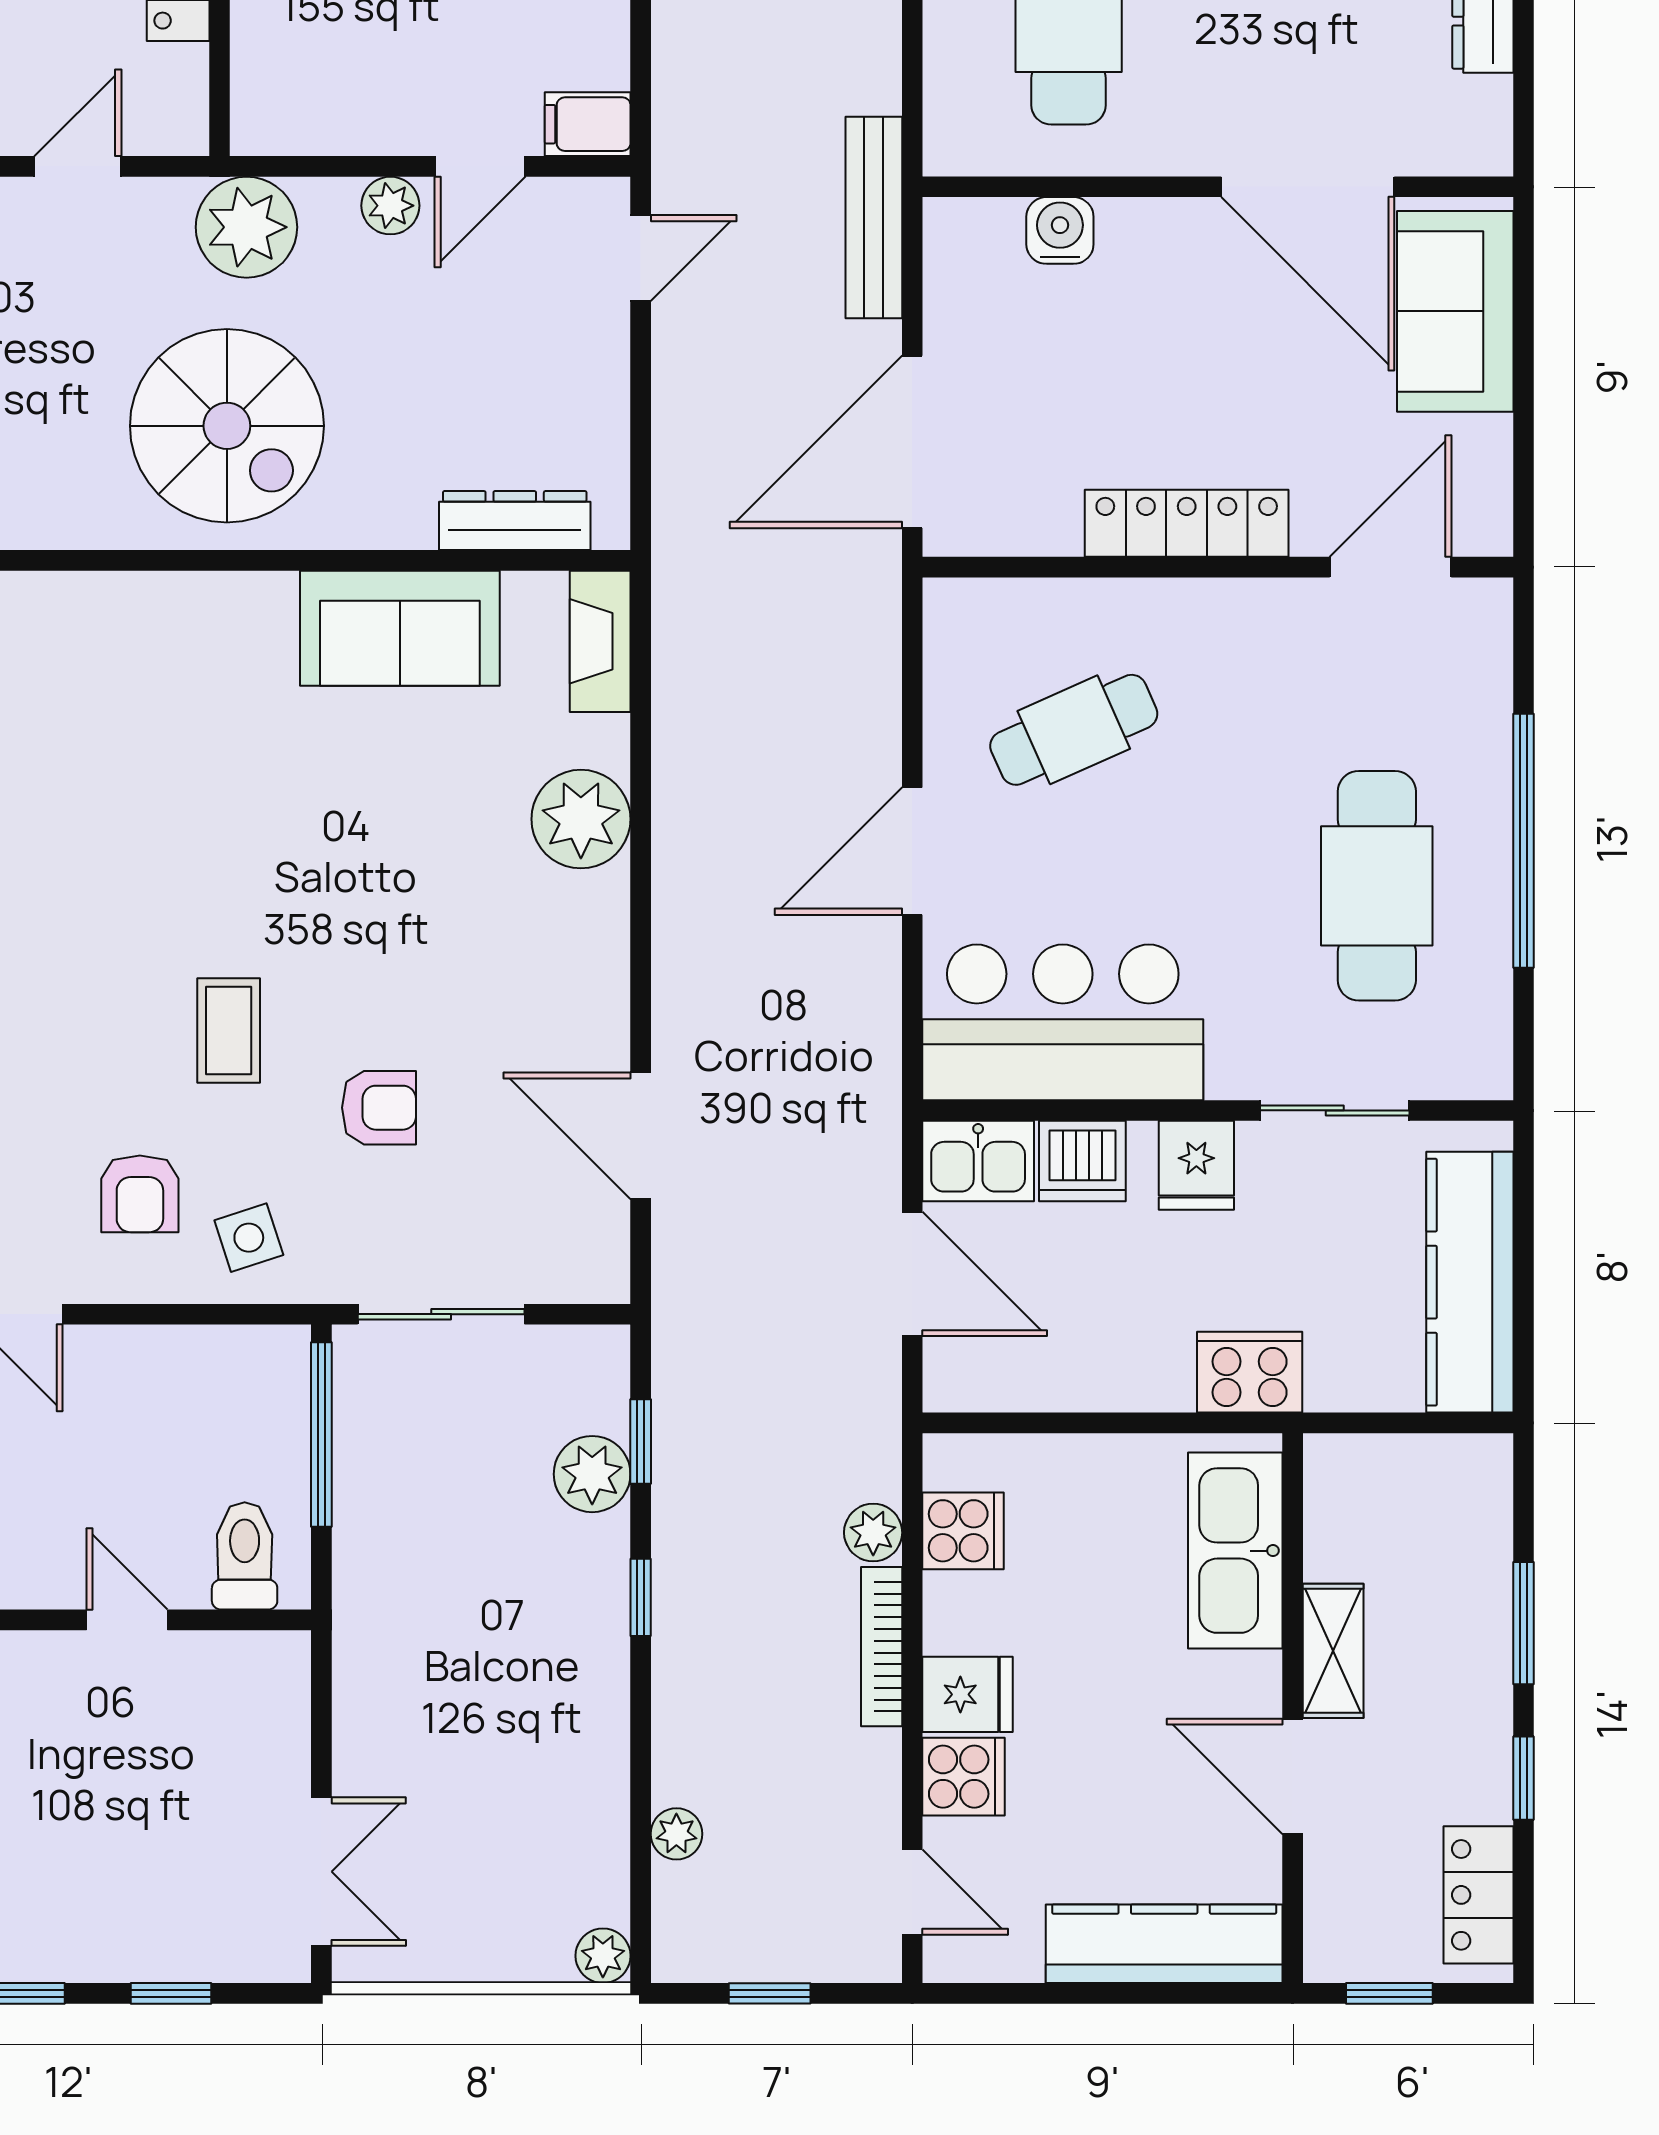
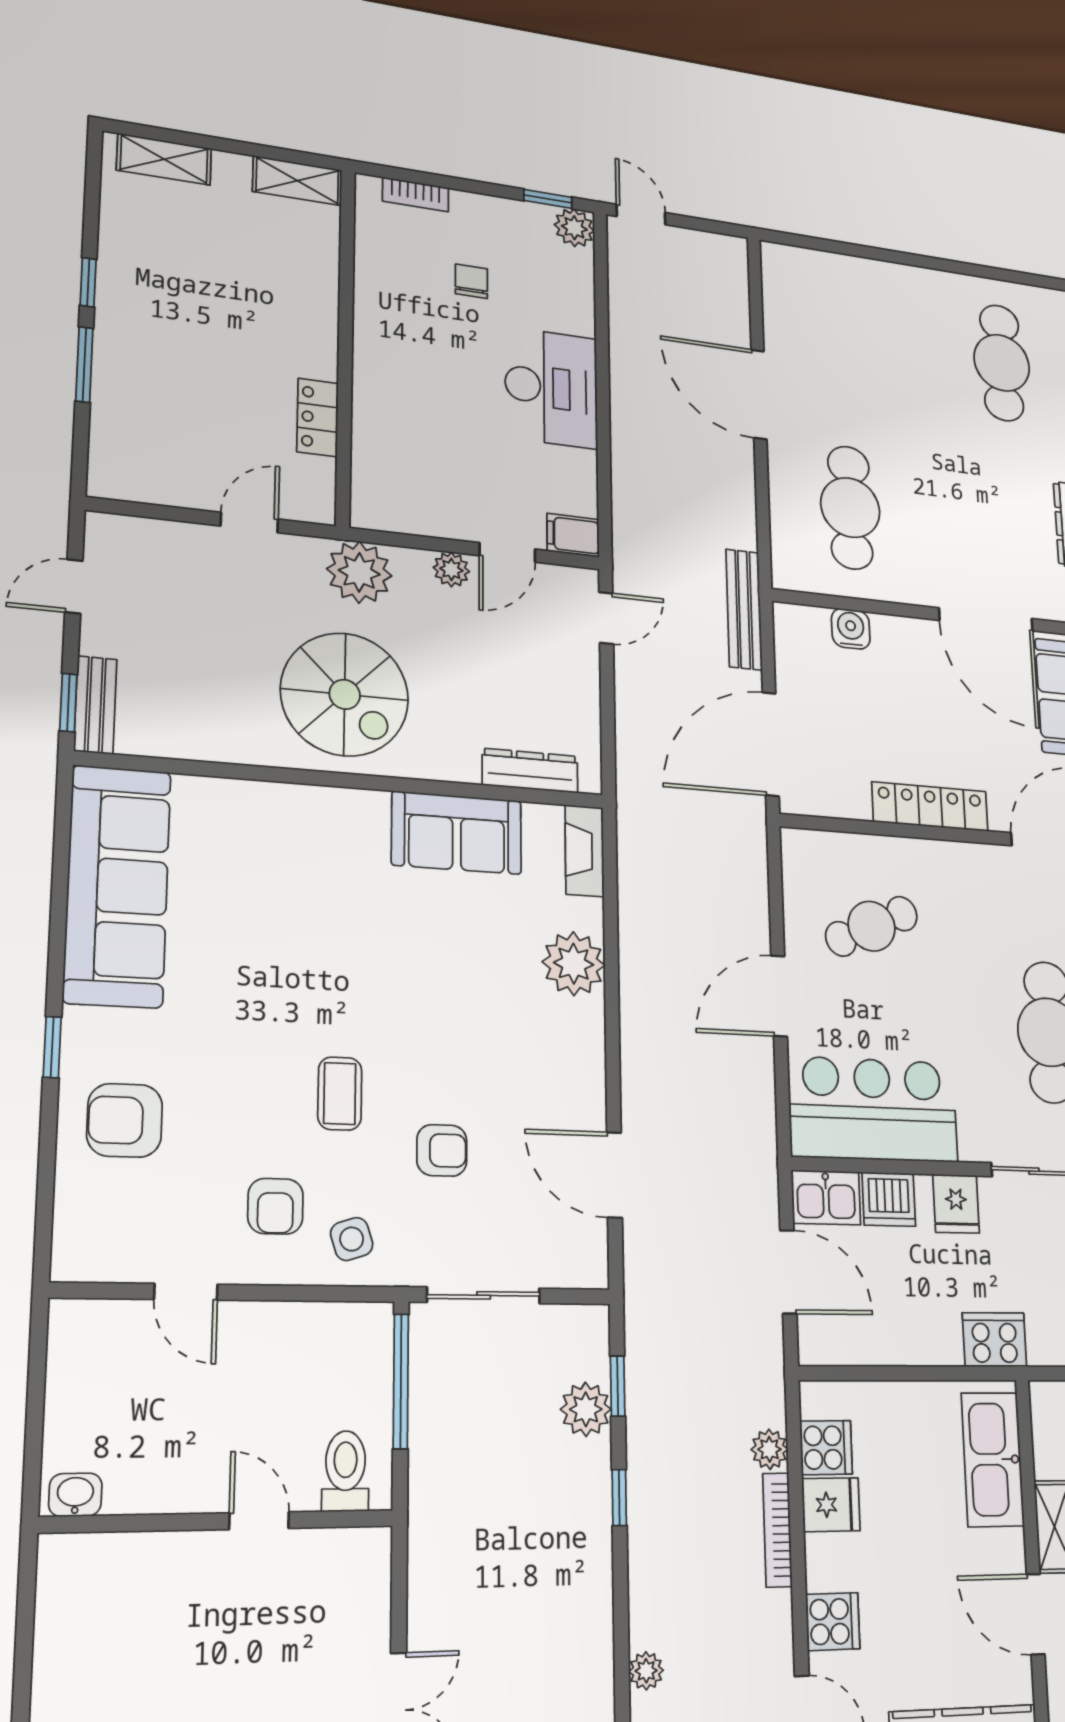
fridge: (967, 1694) -> (831, 1505), moved

